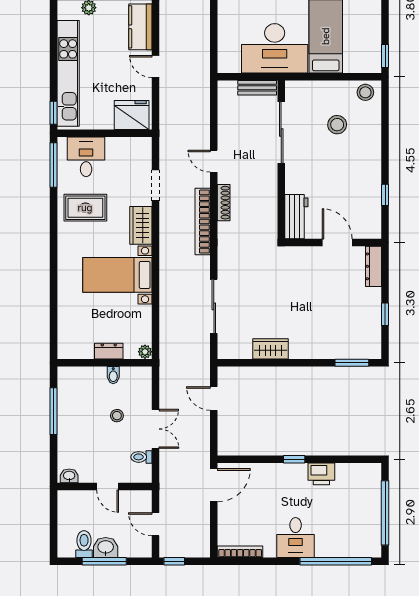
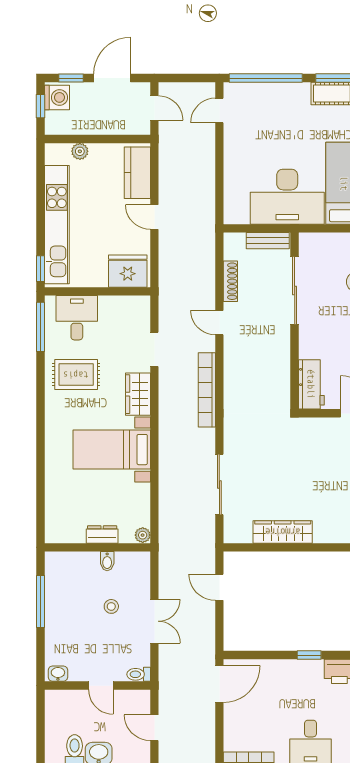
shoe rack: (224, 203) -> (230, 281), moved
wardrobe: (271, 349) -> (283, 532), width x1.50
toilet: (141, 457) -> (139, 674), moved

